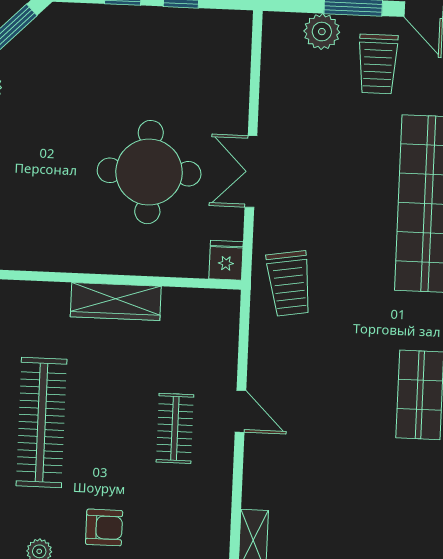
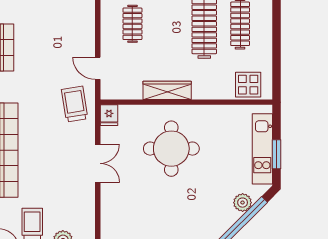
round table: (149, 172) -> (171, 149), moved
door: (240, 411) -> (98, 68), moved

